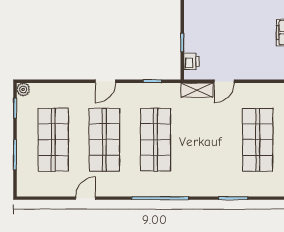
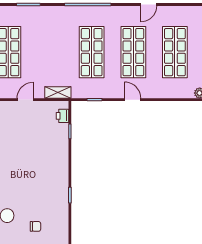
door: (105, 81) -> (133, 100), hinge flipped
door: (224, 81) -> (25, 100), moved

